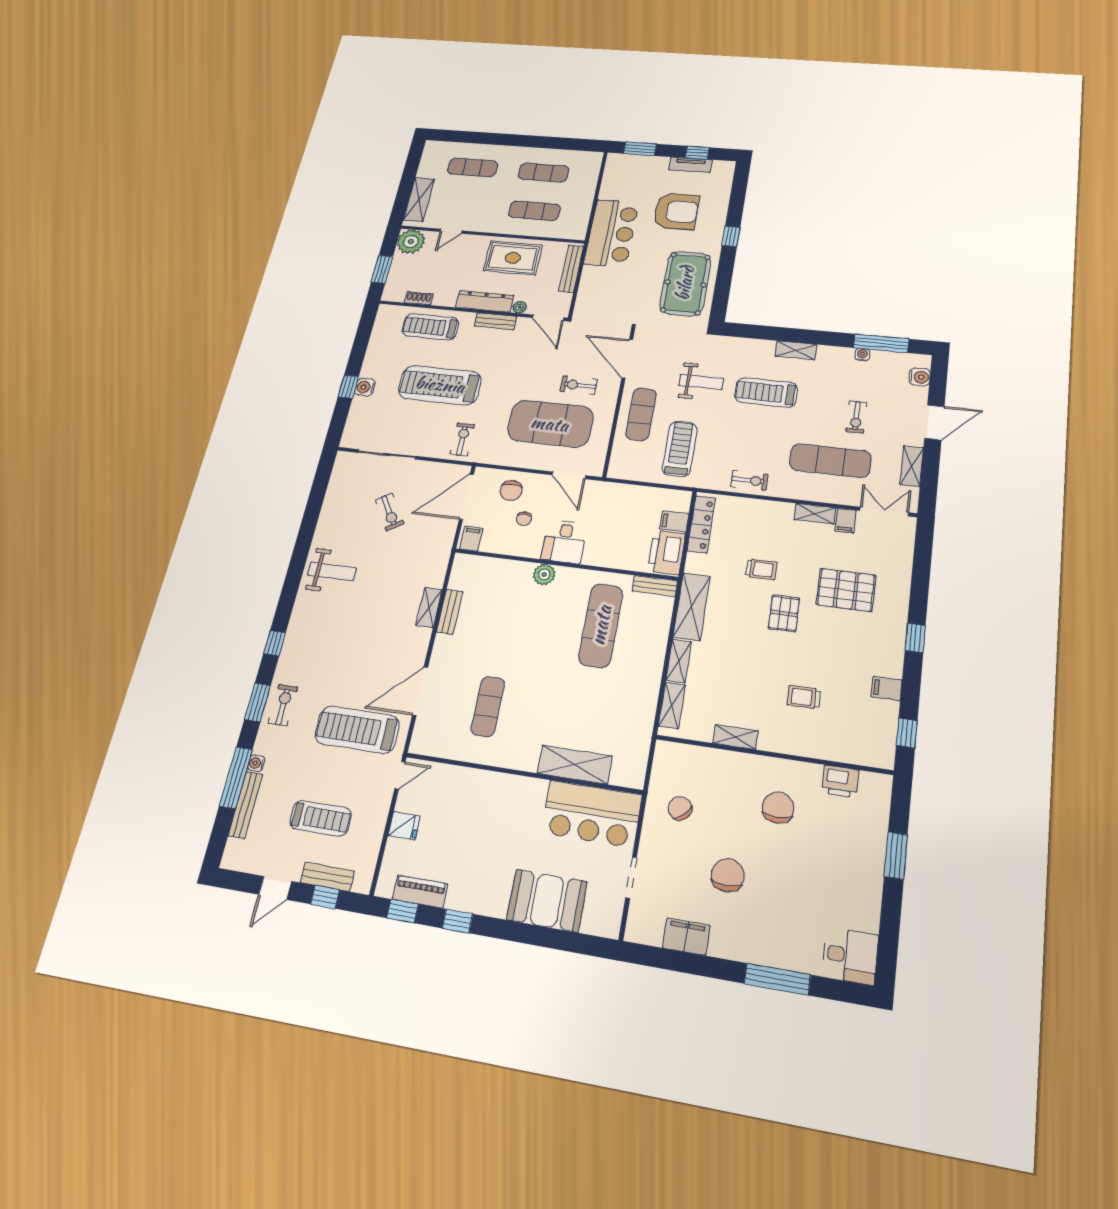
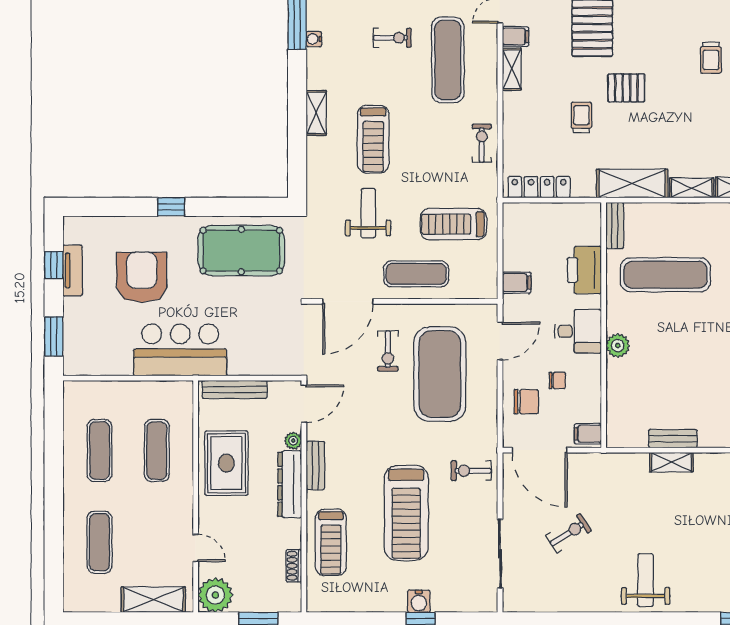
filing cabinet: (674, 521) -> (517, 283), moved, turned -90
printer: (666, 552) -> (584, 270), moved, turned 90

